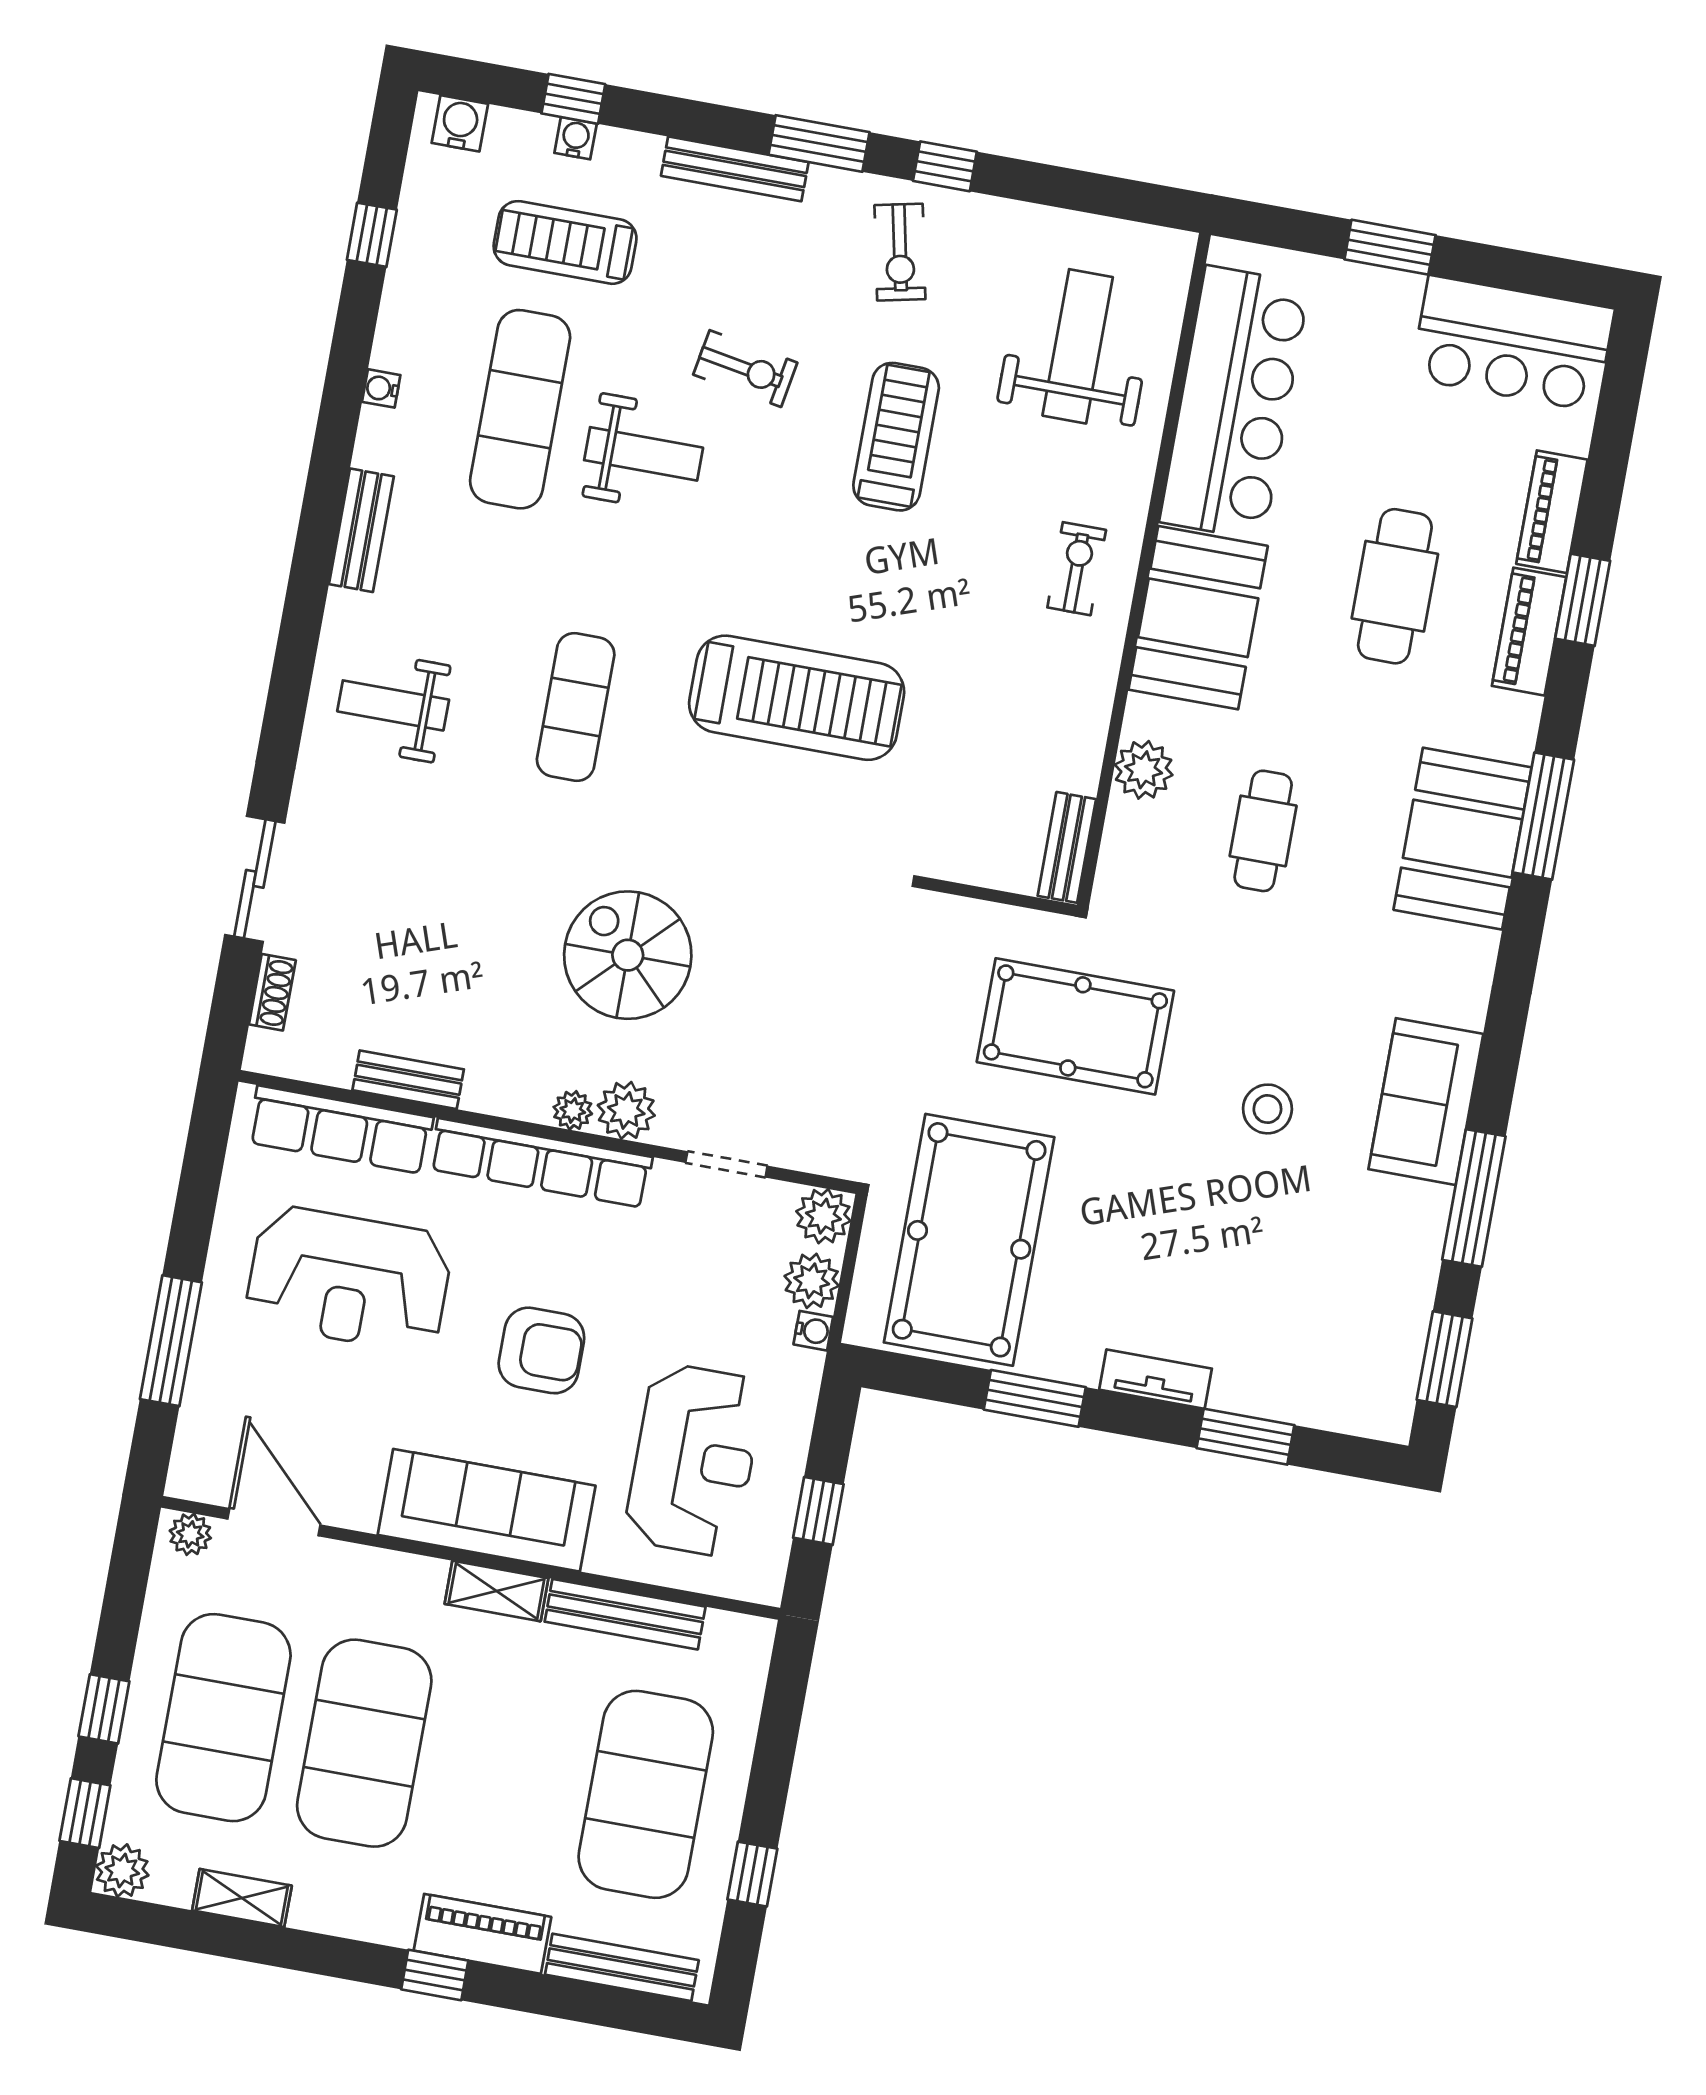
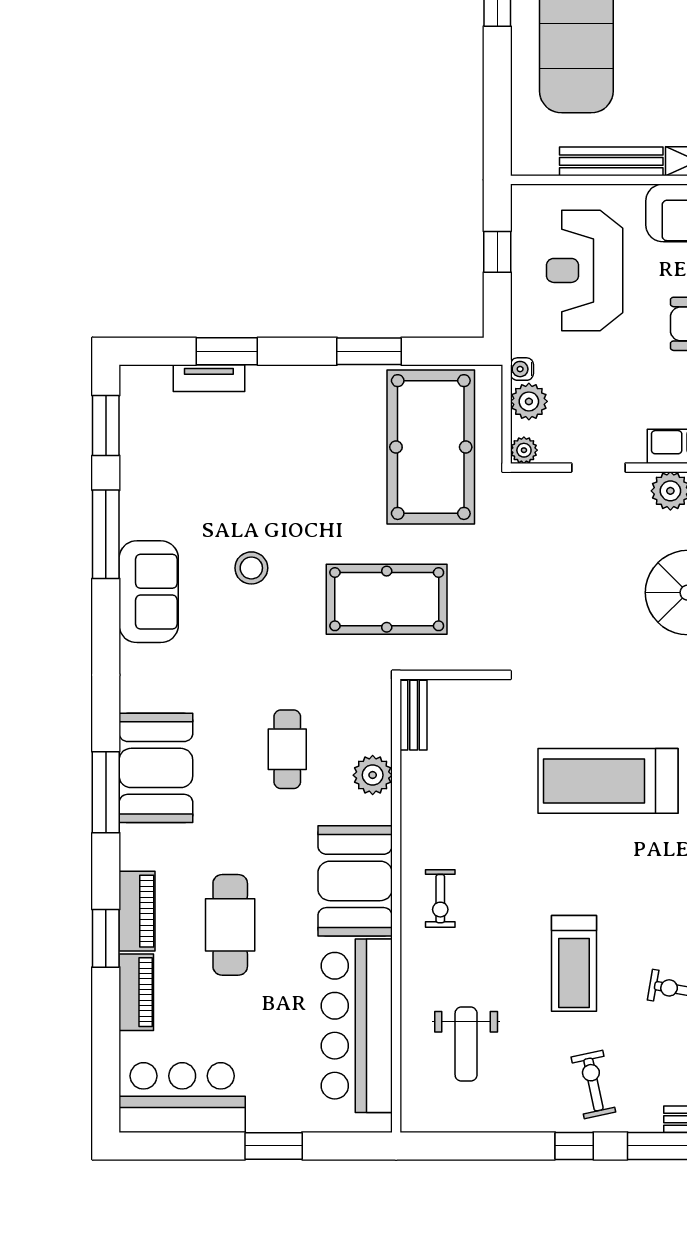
weight bench: (1078, 346) -> (466, 1044), width x0.73, depth x0.75
plant: (823, 1216) -> (524, 450), width x0.73, depth x0.73
tv unit: (1155, 1379) -> (209, 378), moved

